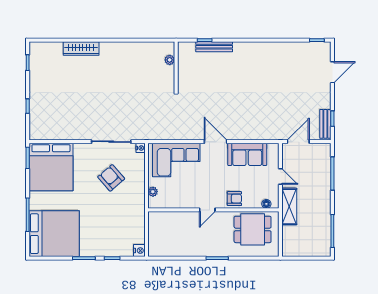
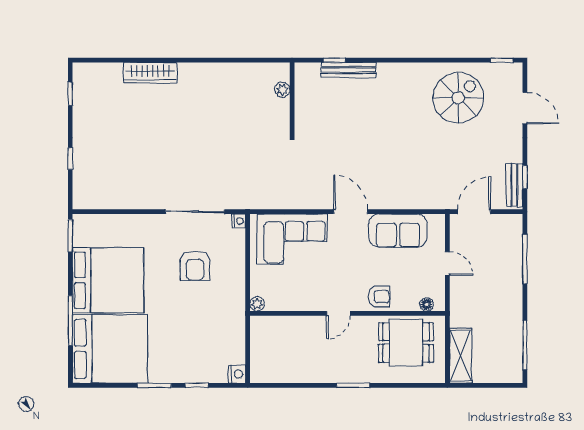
spiral stairs: (288, 65) -> (458, 98), added
door: (332, 72) -> (525, 108), hinge flipped
bed: (51, 167) -> (108, 280), moved, turned -90
armchair: (111, 178) -> (195, 266), turned -139
plant: (153, 192) -> (257, 304), moved
shelving: (289, 207) -> (461, 356), moved

